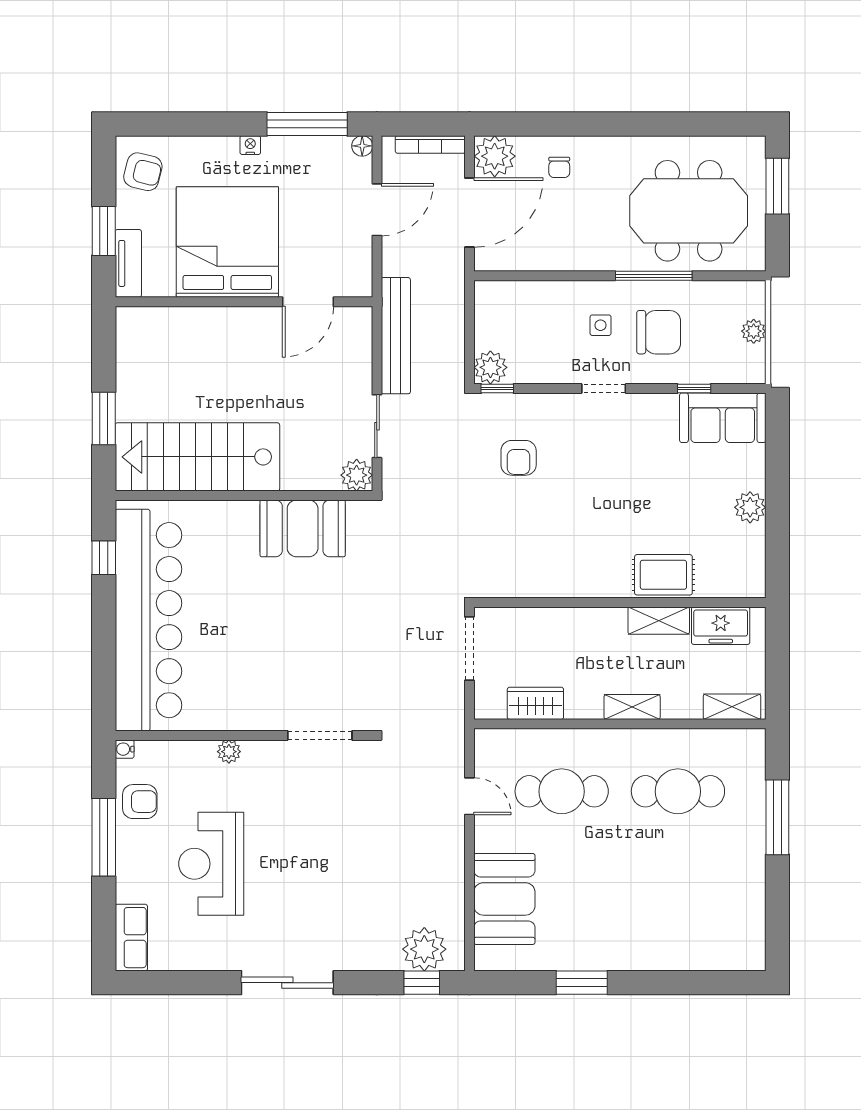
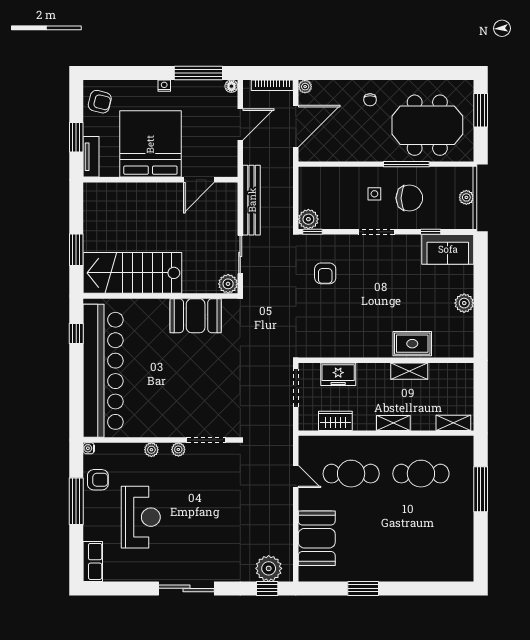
plant: (495, 156) -> (305, 87), width x0.53, depth x0.53
chair: (559, 167) -> (370, 100), moved
doorway: (604, 389) -> (376, 232), width x1.38
freezer: (721, 626) -> (338, 374), moved
plant: (274, 751) -> (178, 449), added
reception desk: (211, 864) -> (141, 517), turned 180

